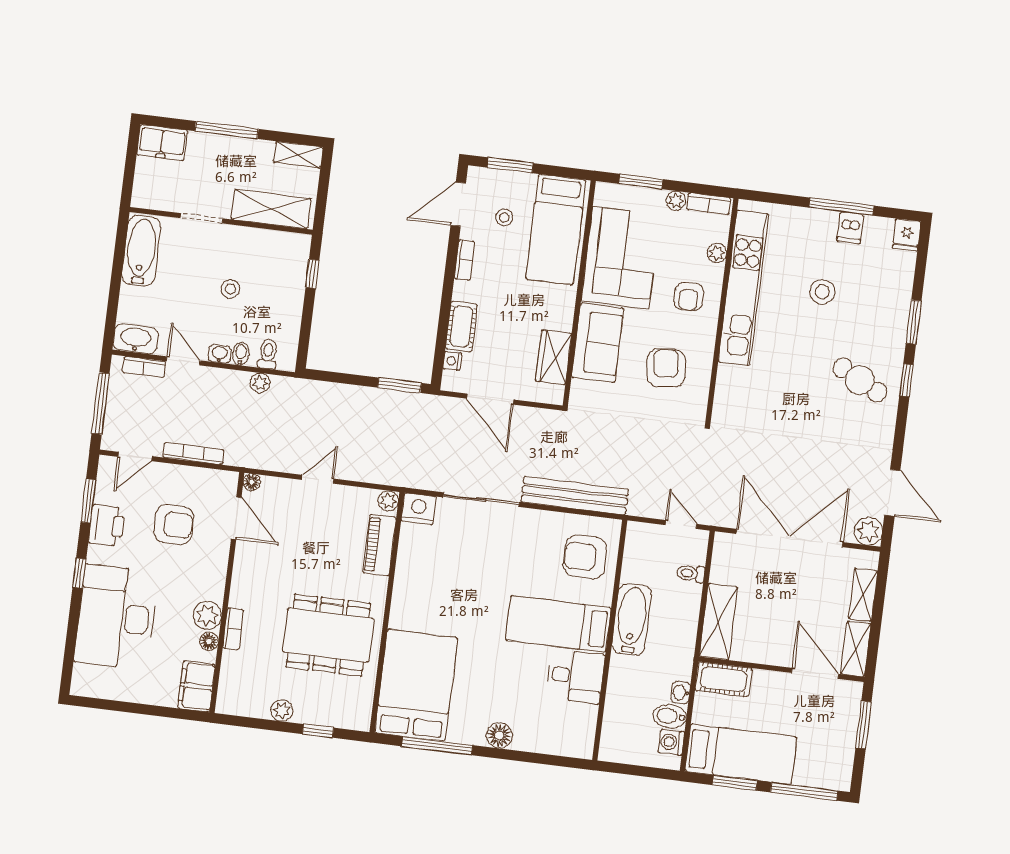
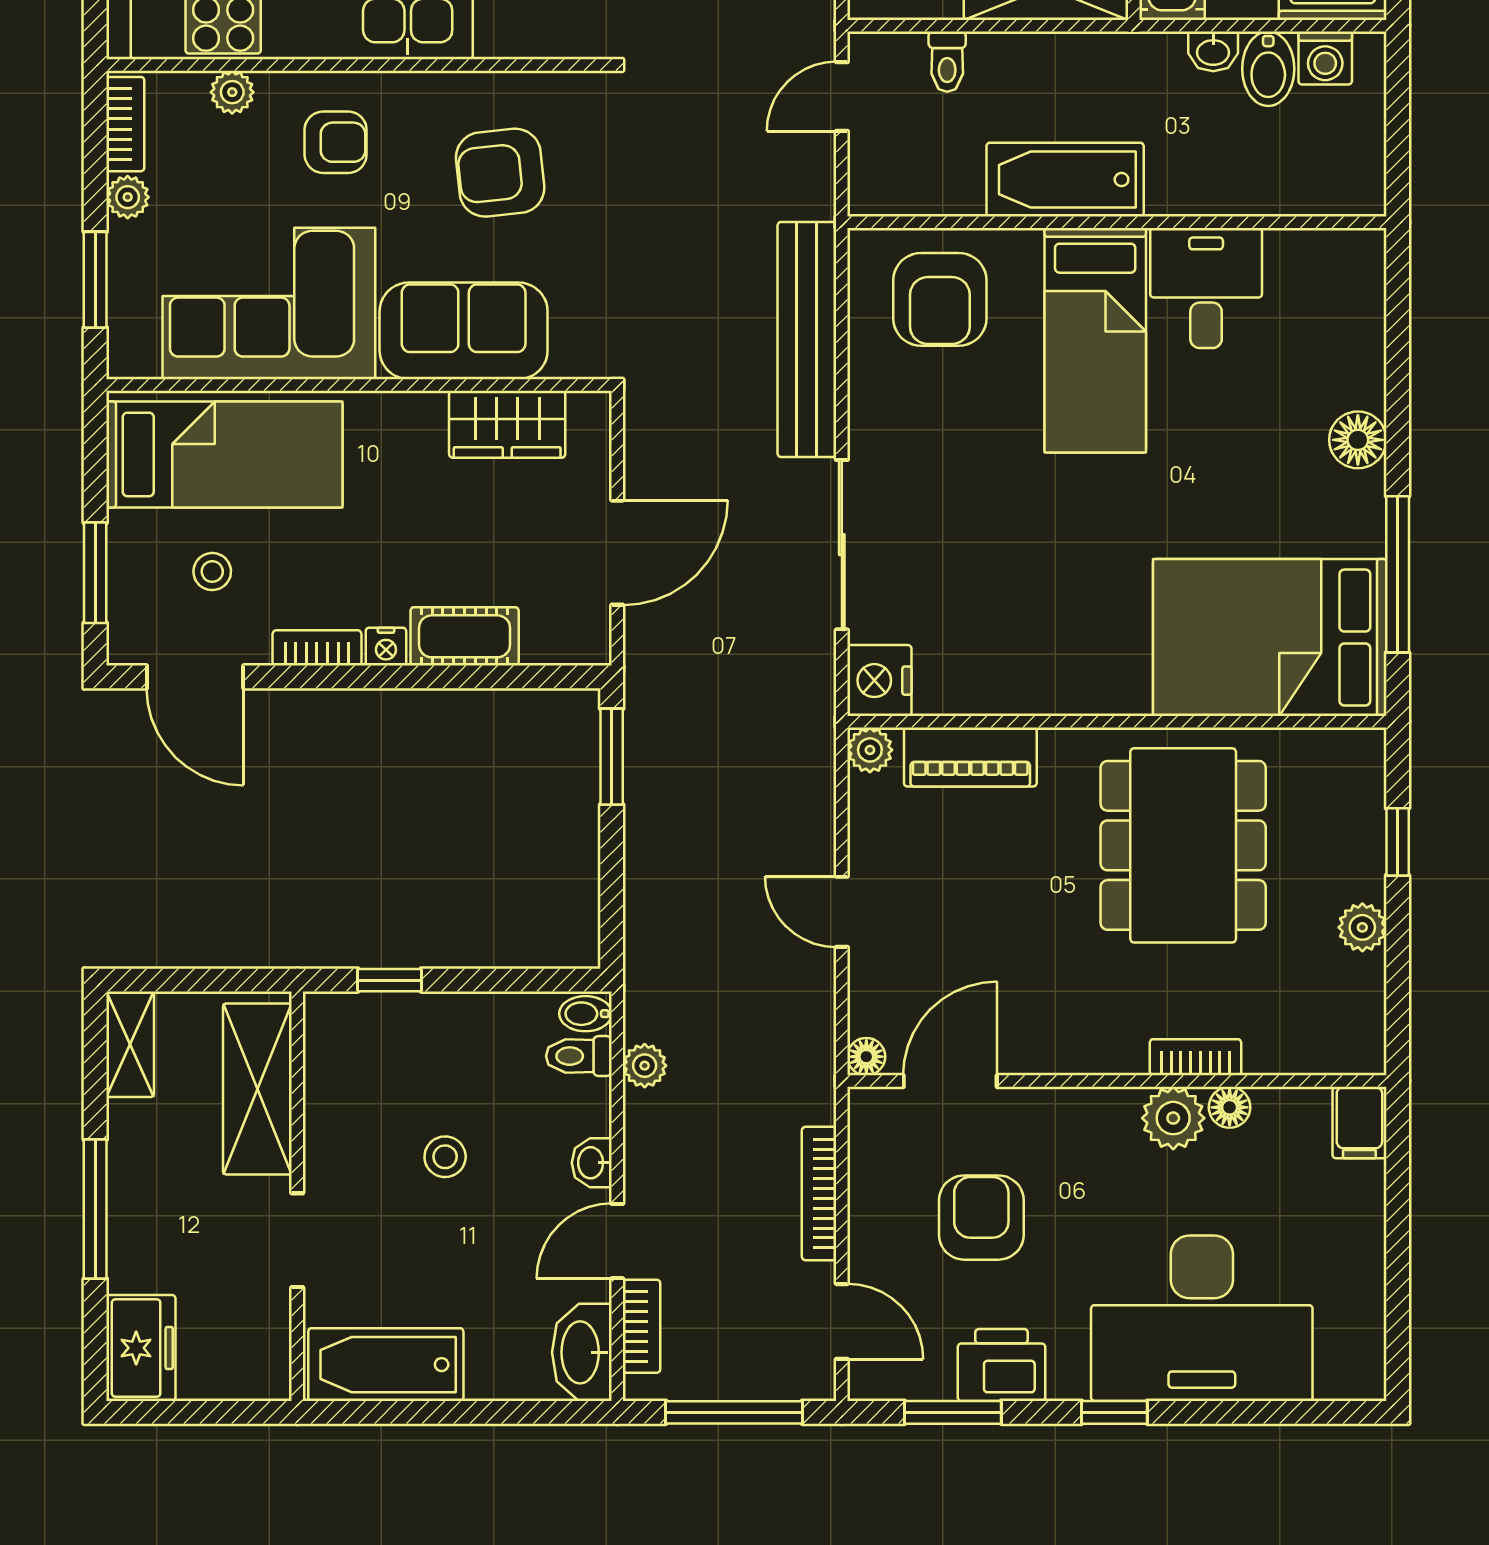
bidet: (241, 354) -> (586, 1014), moved
nightstand: (452, 361) -> (386, 647), moved
filing cabinet: (196, 686) -> (1359, 1123), width x0.50

